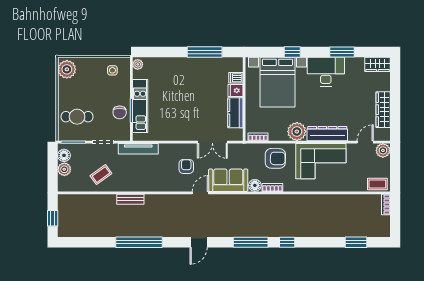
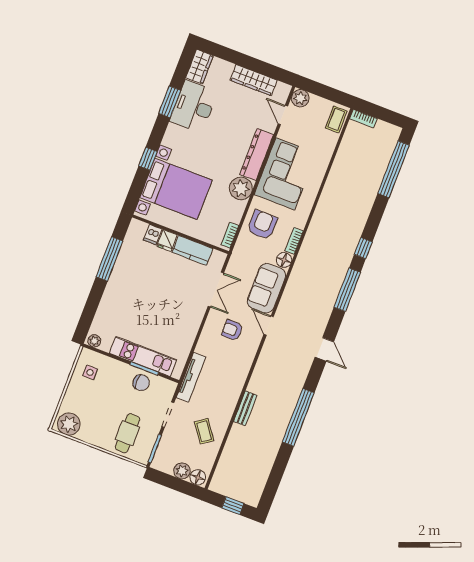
desk: (326, 72) -> (194, 106), moved
floor lamp: (64, 155) -> (198, 477), moved
window: (356, 242) -> (393, 169), width x2.11

